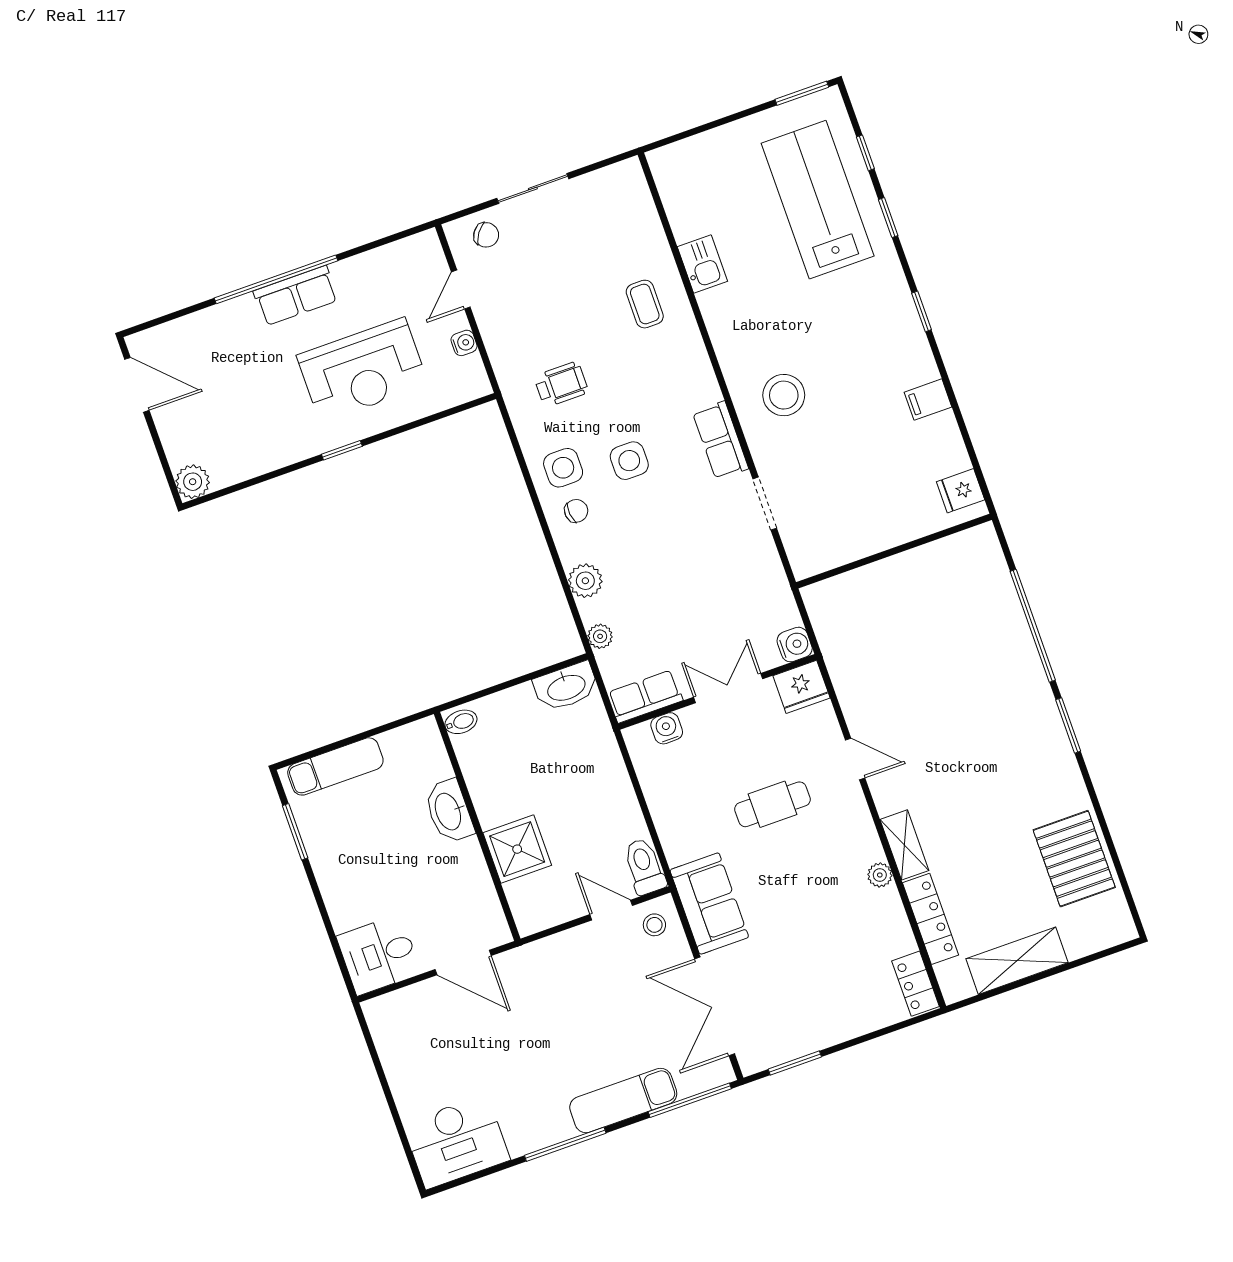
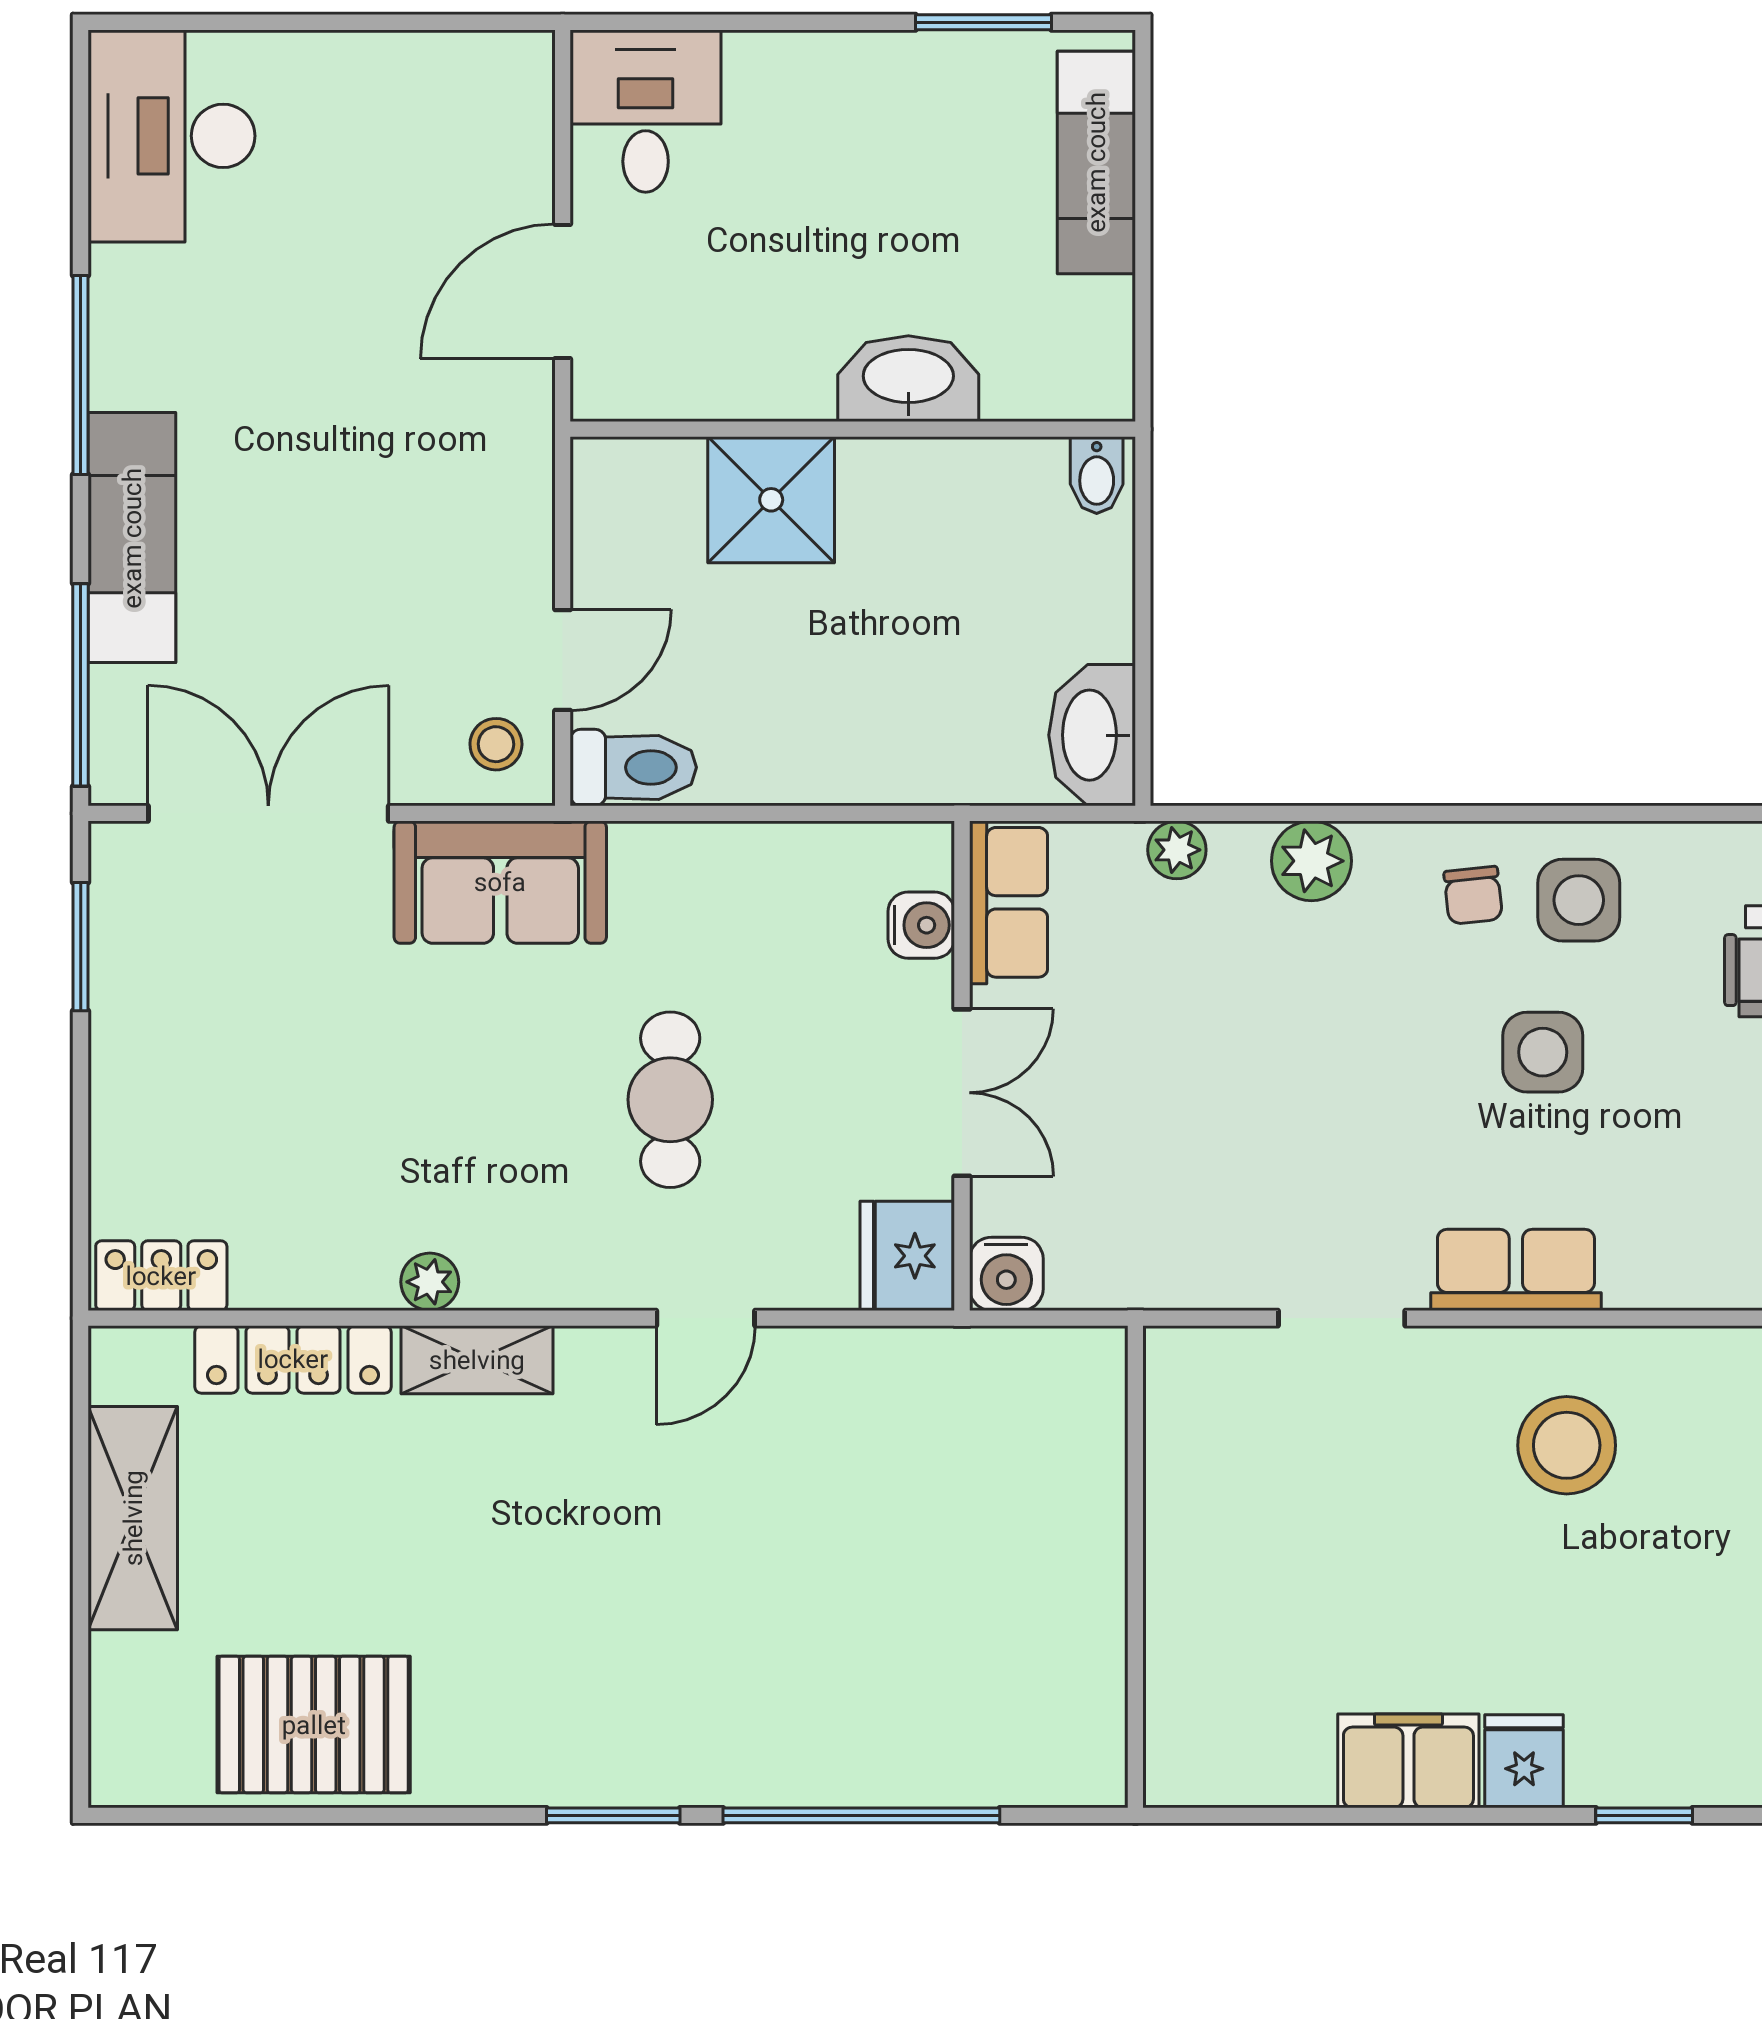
filing cabinet: (928, 400) -> (1408, 1761), width x2.00
fridge: (961, 491) -> (1524, 1761), moved

